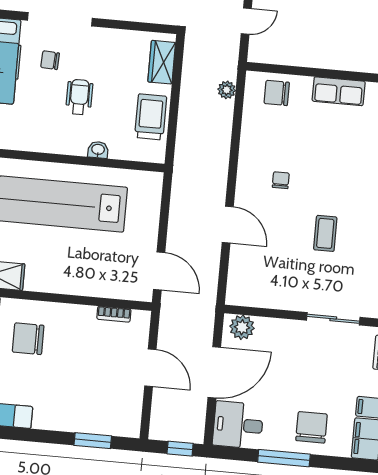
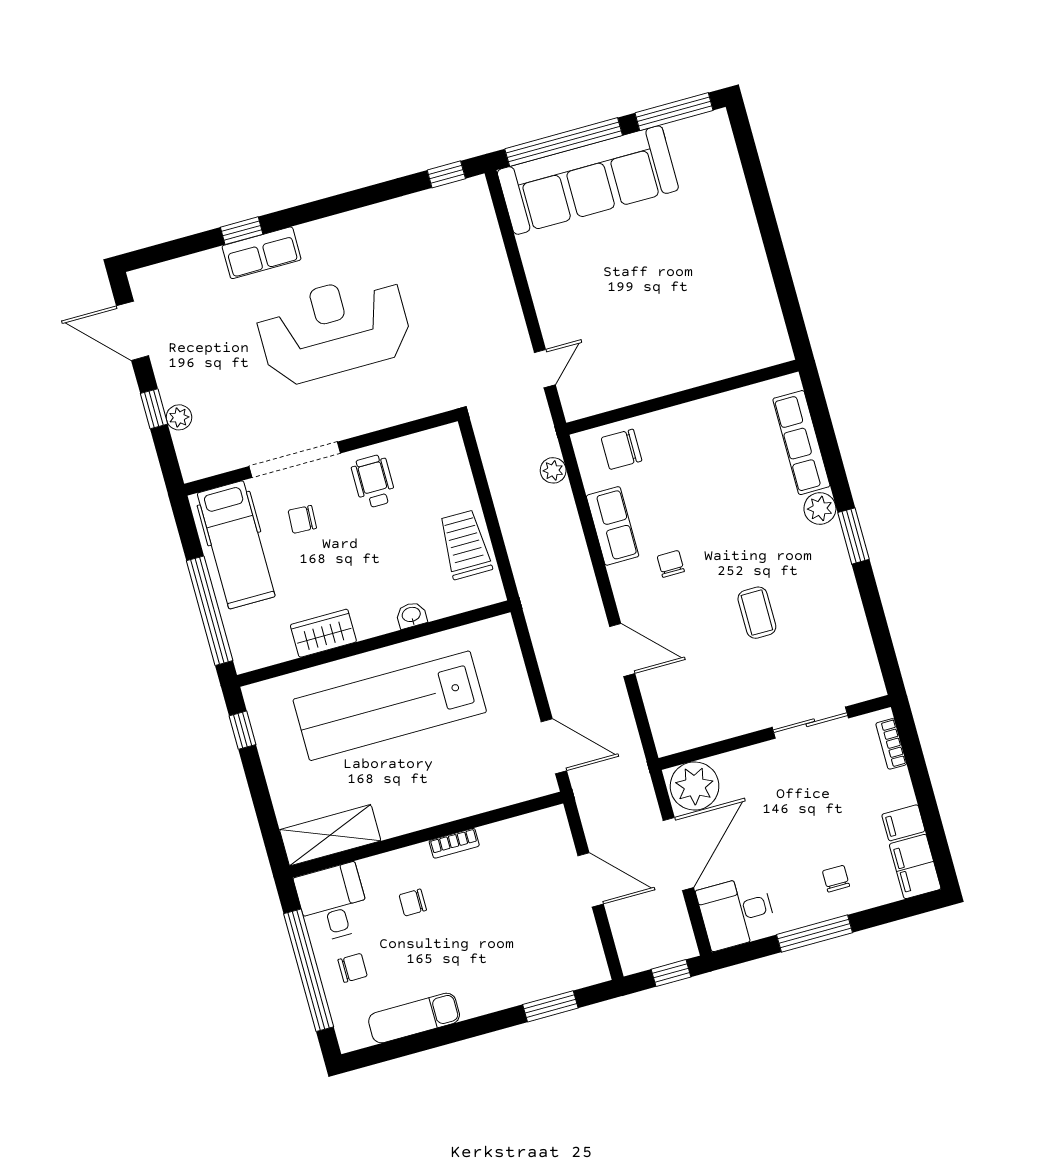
wardrobe: (162, 62) -> (323, 633), moved, turned 90
row of seats: (339, 91) -> (613, 526), moved, turned -90
wheelchair: (79, 97) -> (373, 481), moved
bookcase: (114, 314) -> (454, 843), moved
plant: (242, 327) -> (695, 786), width x1.36, depth x1.36
chair: (28, 339) -> (413, 903), width x0.54, depth x0.54
chair: (312, 427) -> (836, 879), width x0.54, depth x0.54

